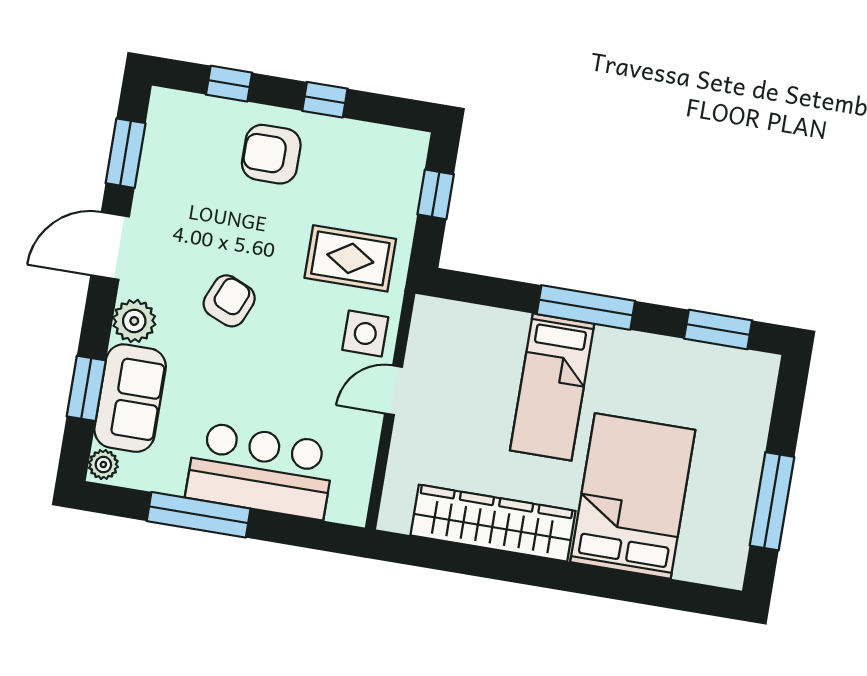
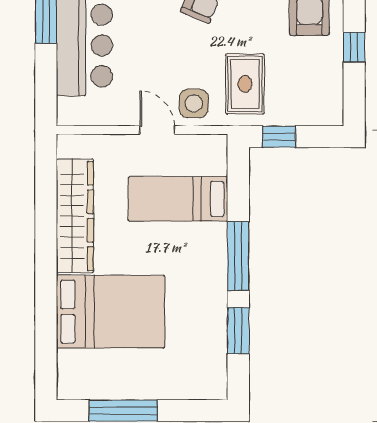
window: (436, 194) -> (279, 137), moved
window: (718, 330) -> (238, 331), moved
bed: (552, 387) -> (178, 199), moved

